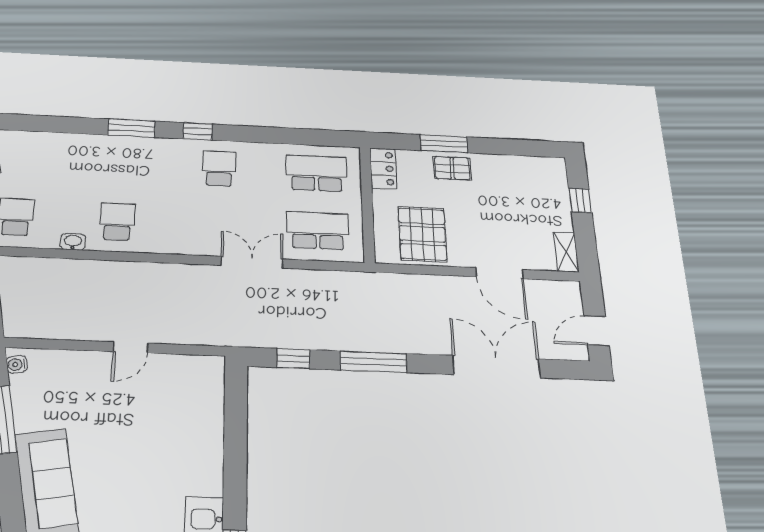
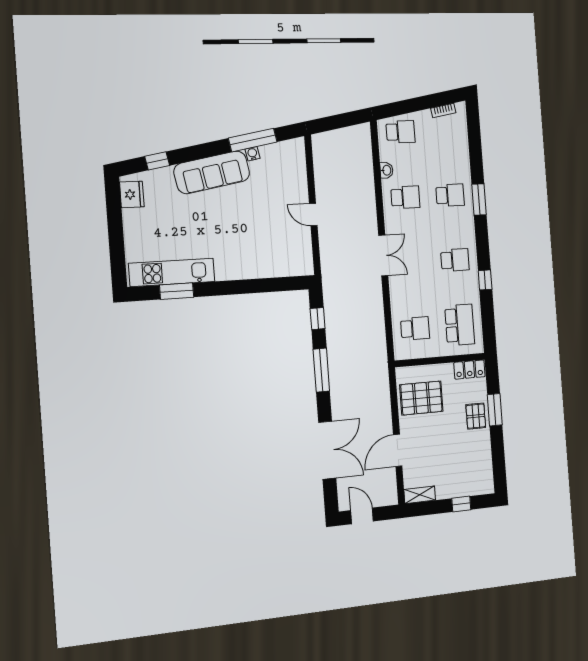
window: (198, 131) -> (485, 280), moved
school desk: (121, 164) -> (450, 195), added
school desk: (318, 231) -> (415, 328), width x0.54
double door: (252, 262) -> (383, 255), moved
water cooler: (17, 364) -> (252, 154), moved

